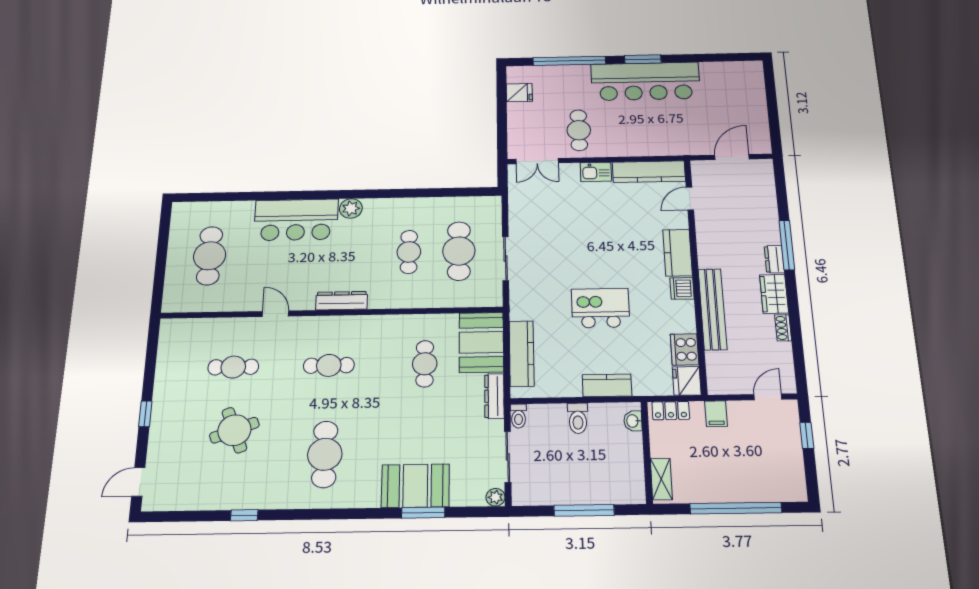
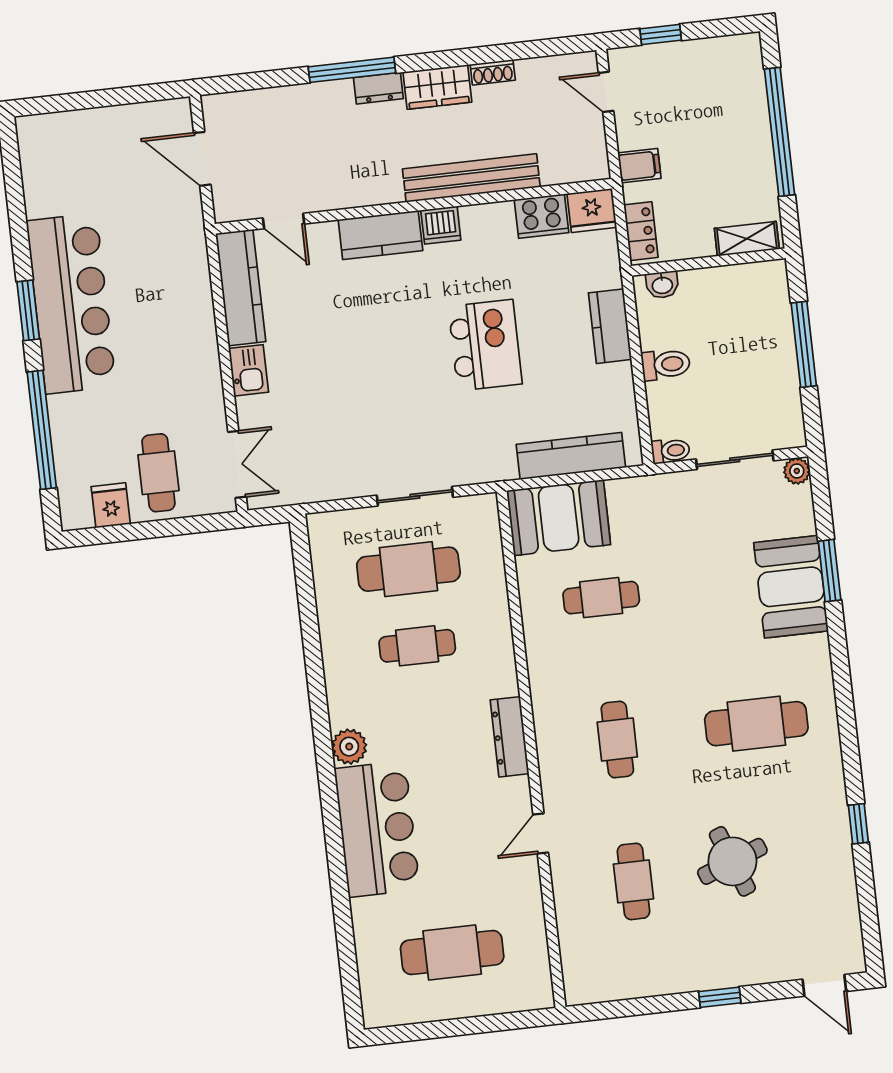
cafe table: (579, 130) -> (158, 473), moved, turned 90
kitchen island: (600, 308) -> (485, 345), turned 180
dresser: (494, 396) -> (643, 489), removed

